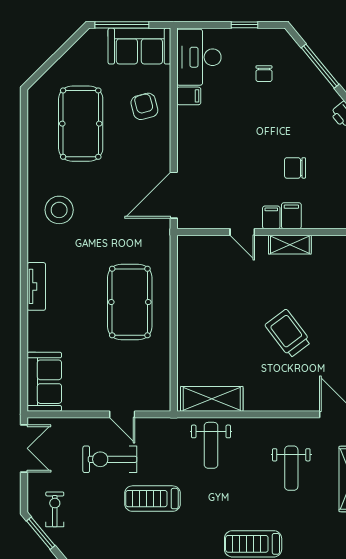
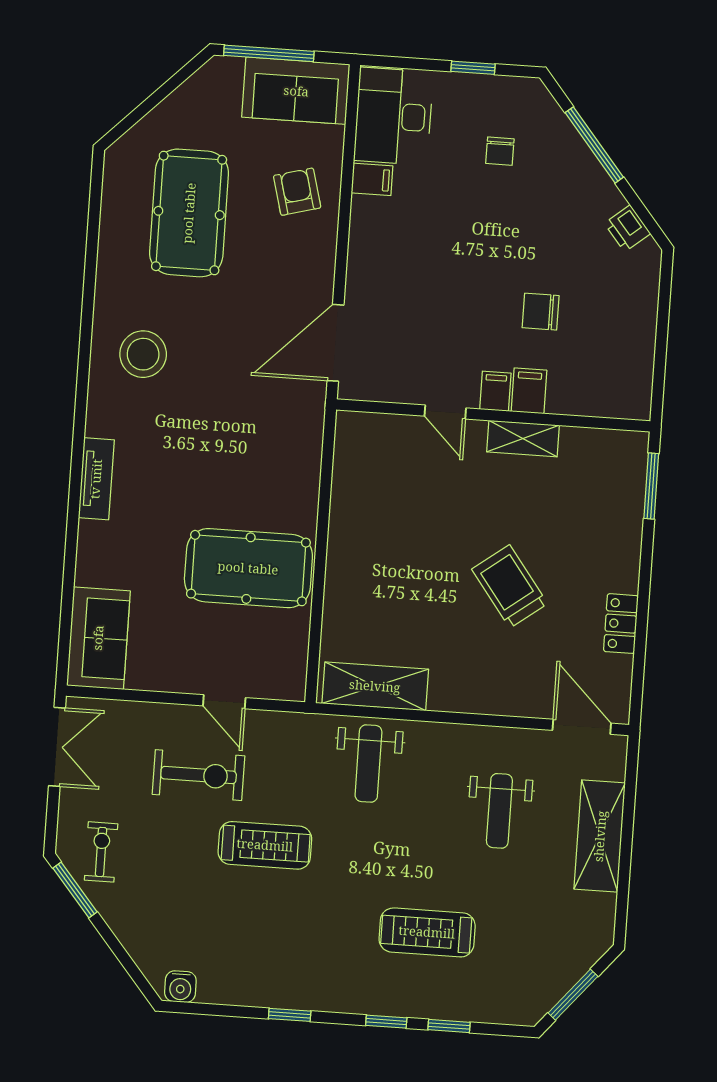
pool table: (130, 302) -> (248, 568), moved, turned 90
exercise bike: (110, 459) -> (199, 775), turned 180
treadmill: (152, 499) -> (265, 845), turned 180

